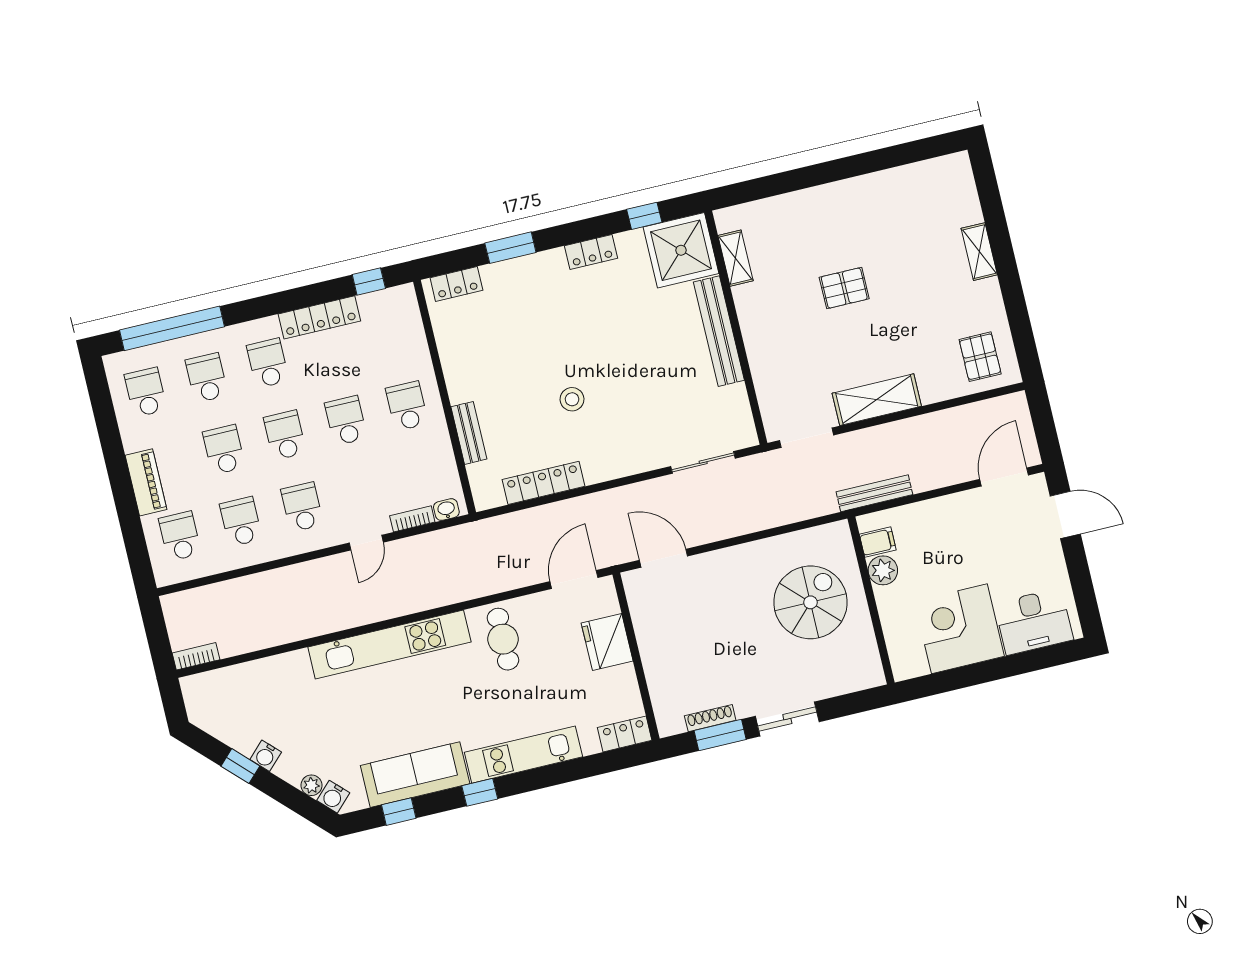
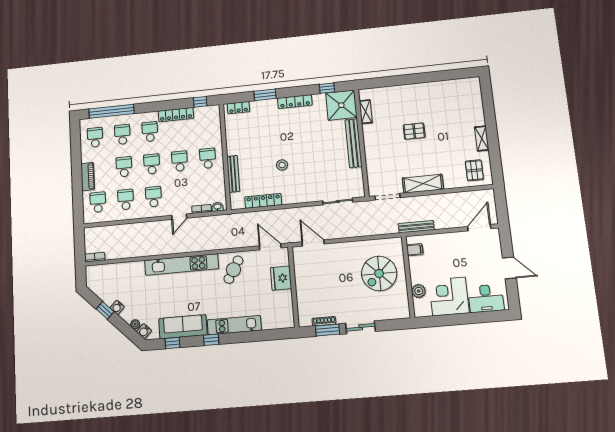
locker: (591, 252) -> (295, 102), width x1.53
shelving: (979, 252) -> (482, 138), moved
bench: (469, 433) -> (233, 174), width x1.36
door: (1065, 515) -> (509, 268), moved
plant: (883, 570) -> (419, 291), moved
door: (574, 580) -> (270, 247), hinge flipped
spiral stairs: (810, 602) -> (379, 273), turned 180
cafe table: (503, 639) -> (233, 270), turned 31
locker: (625, 734) -> (283, 323), removed

